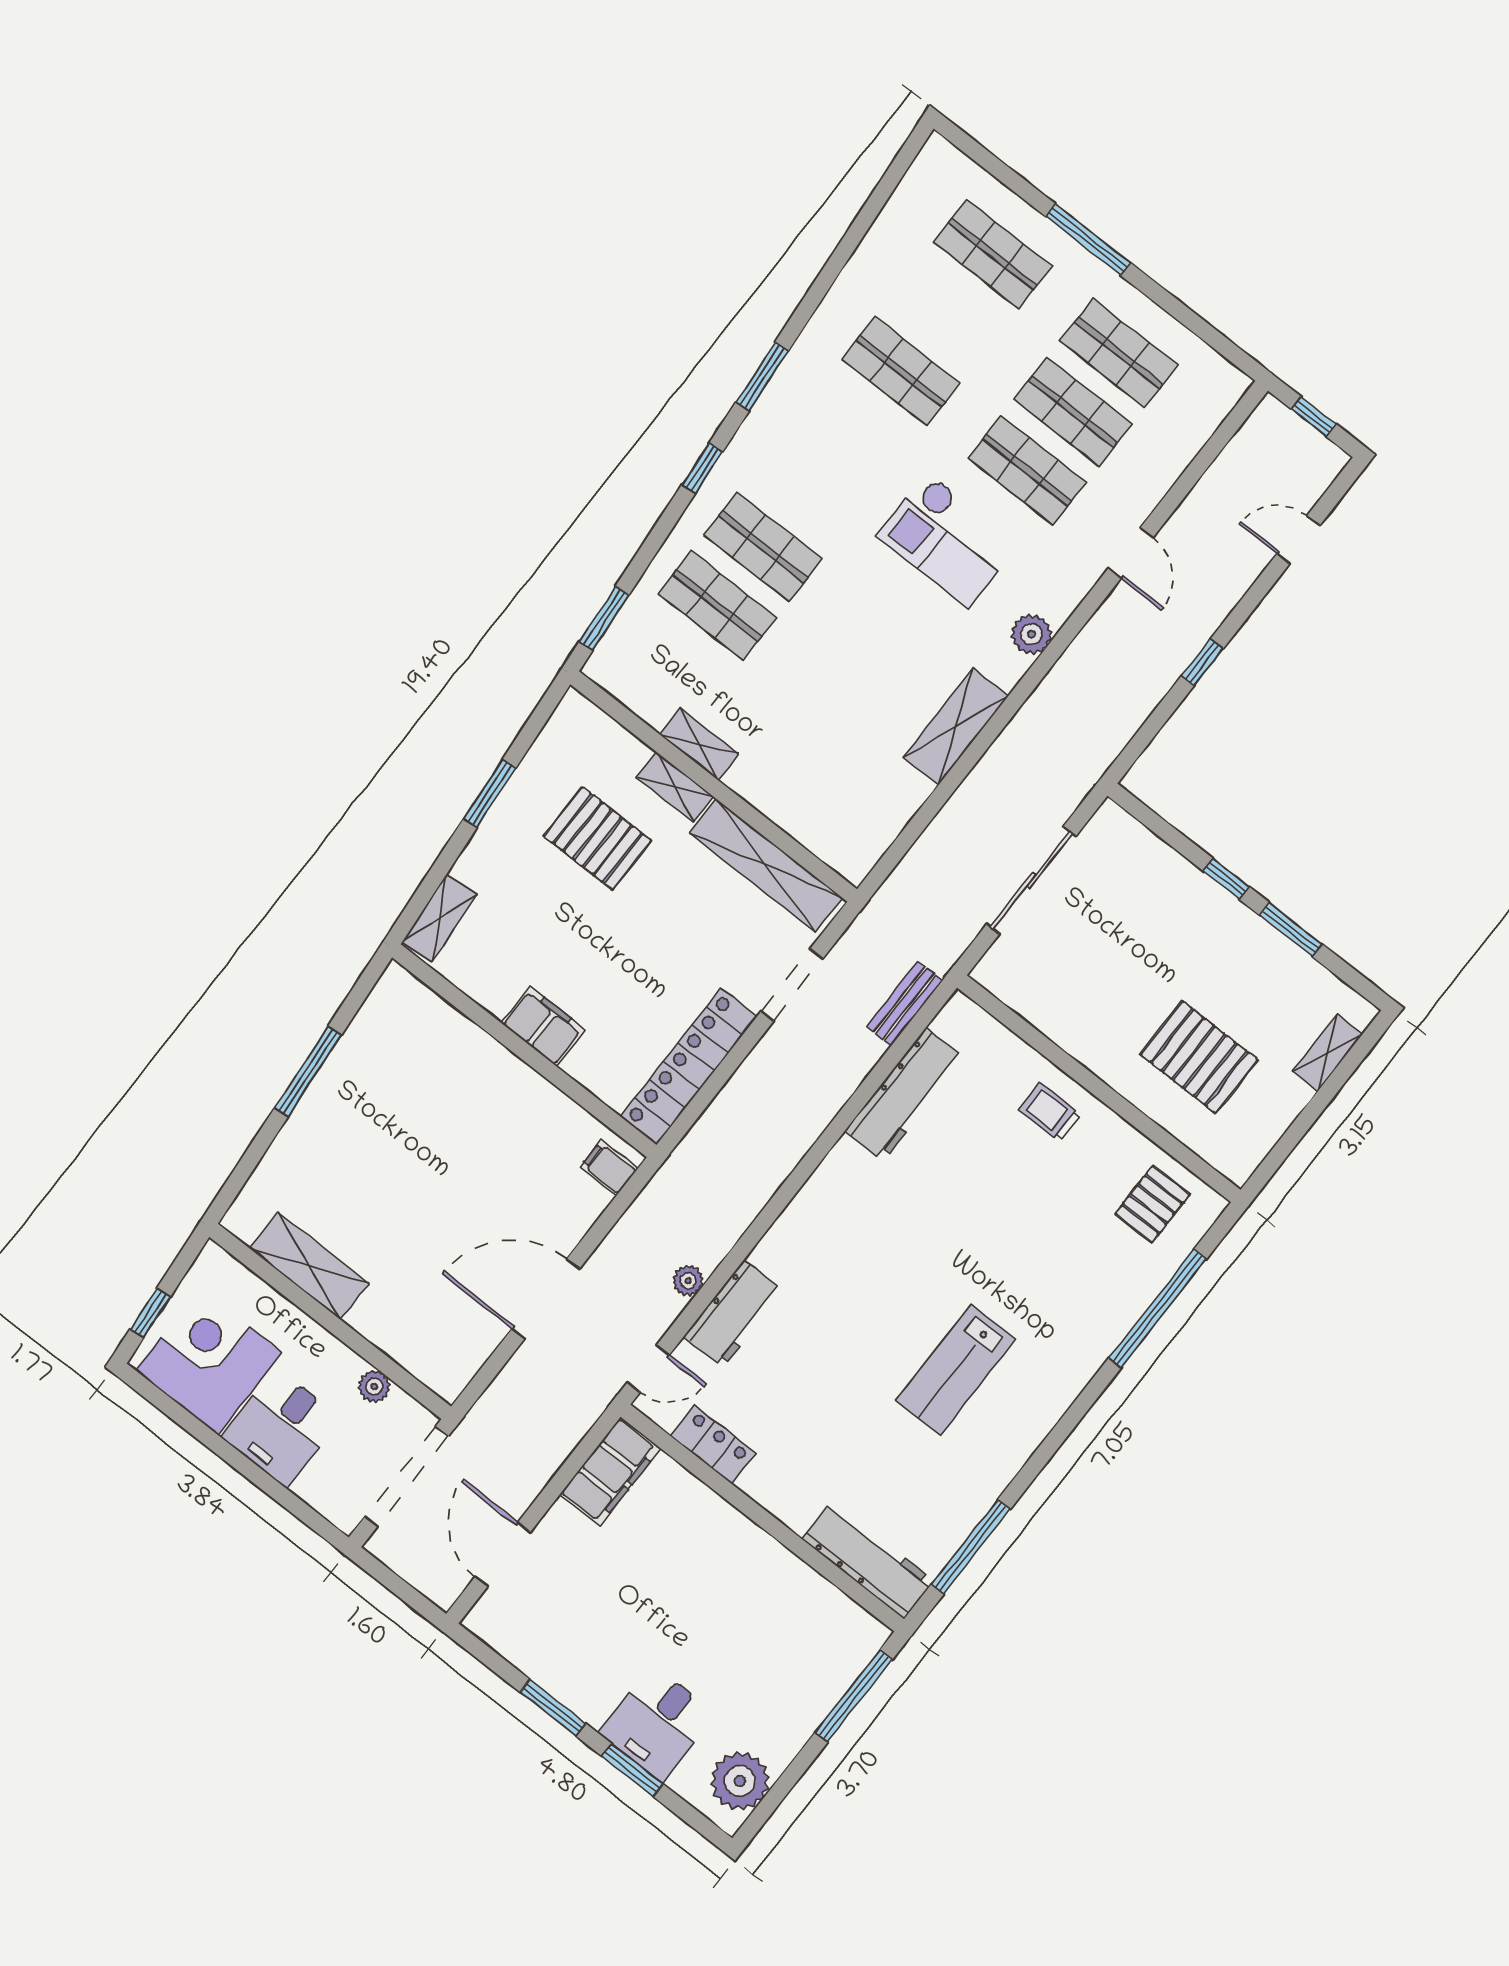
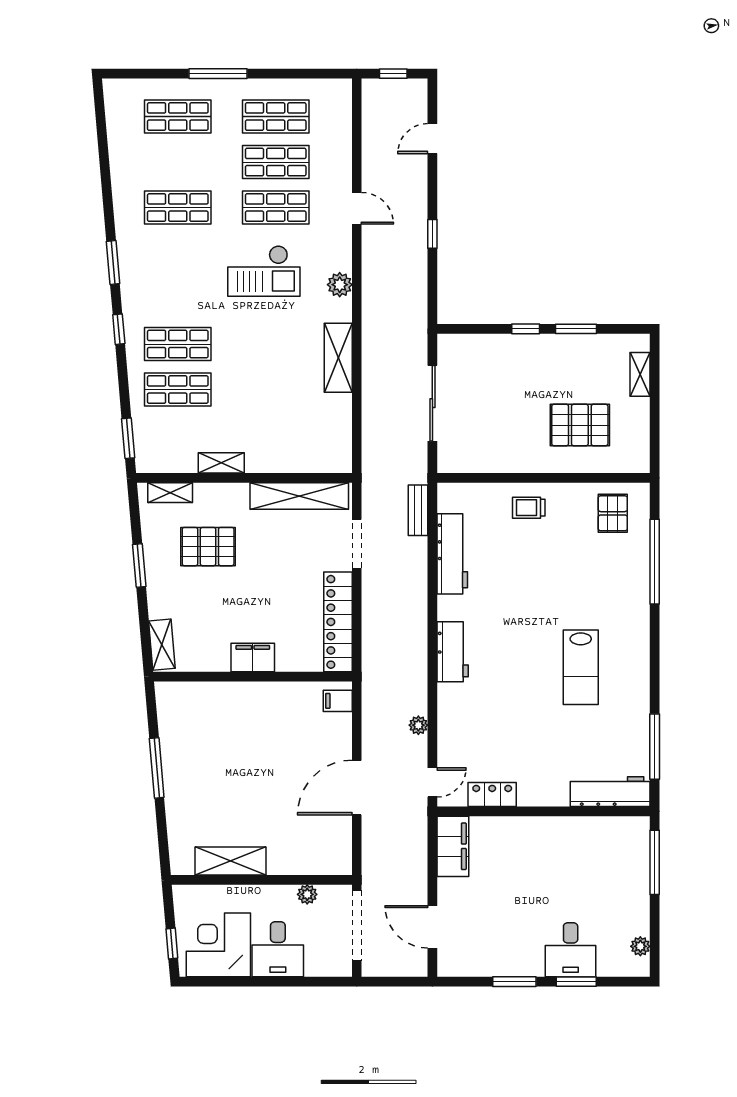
shelving: (675, 787) -> (170, 493), moved
workbench: (734, 1314) -> (453, 652), moved
plant: (740, 1781) -> (640, 946), width x0.53, depth x0.53

